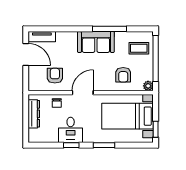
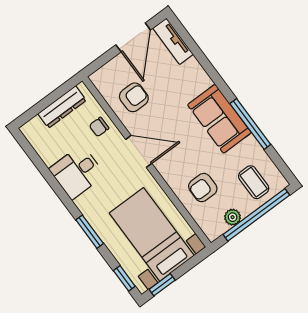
plant: (148, 86) -> (233, 217), moved
window: (71, 145) -> (124, 278), moved

